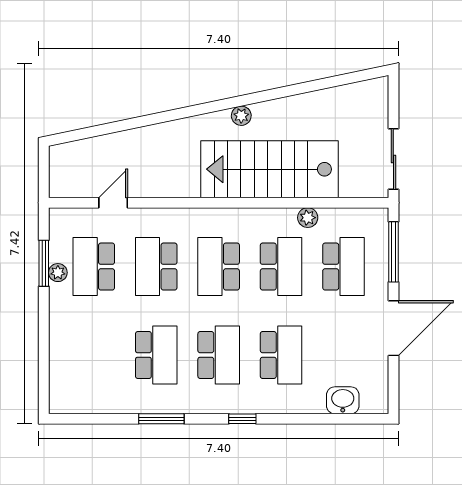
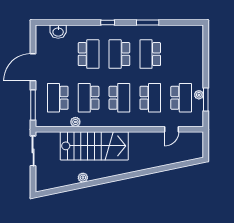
plant: (241, 116) -> (83, 178), moved
school desk: (281, 355) -> (89, 54), turned 180

